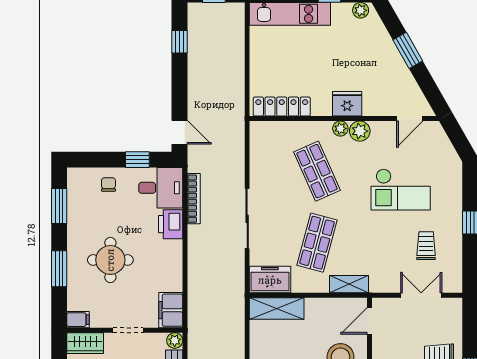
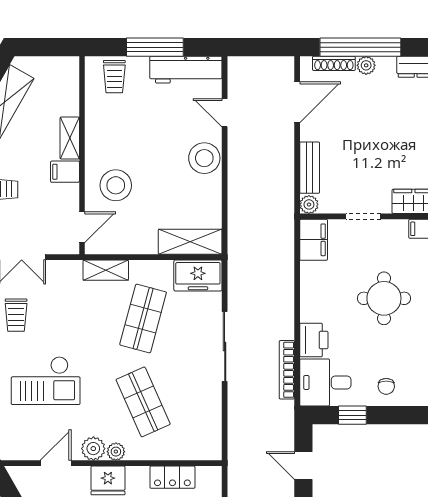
locker: (282, 107) -> (172, 477), width x0.66
door: (410, 119) -> (56, 463), moved
door: (180, 132) -> (303, 465), moved
checkout: (401, 189) -> (46, 381), turned 180

